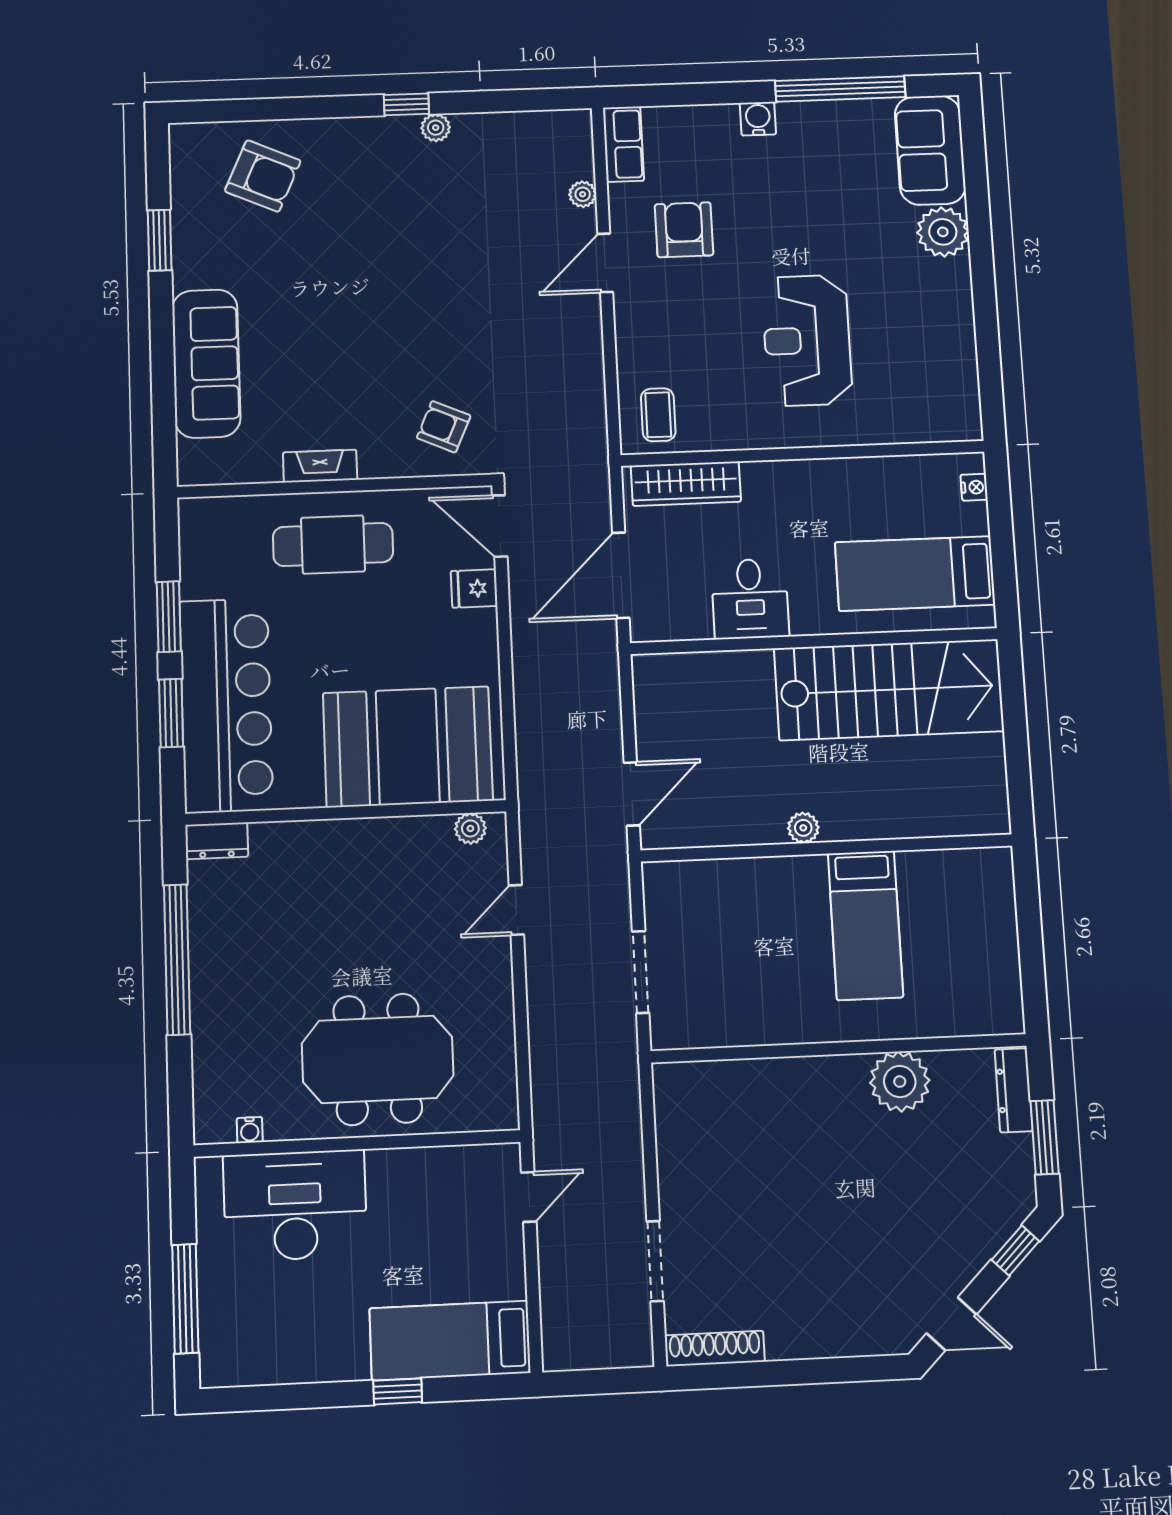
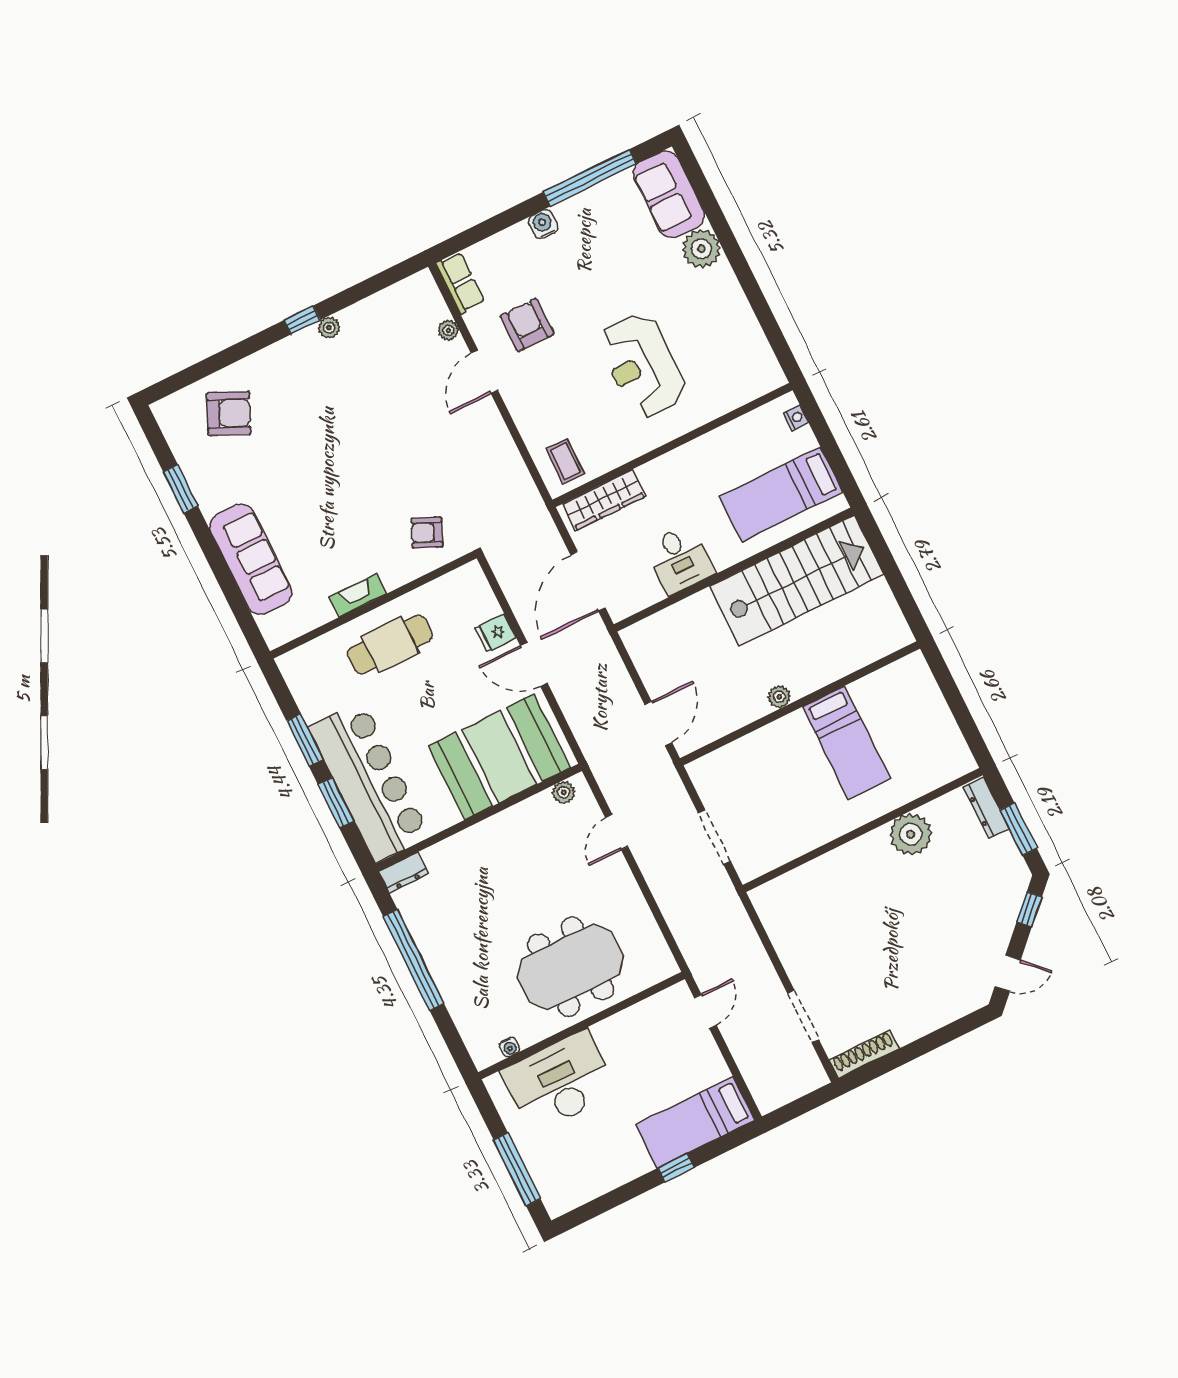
door: (500, 526) -> (534, 664), moved

